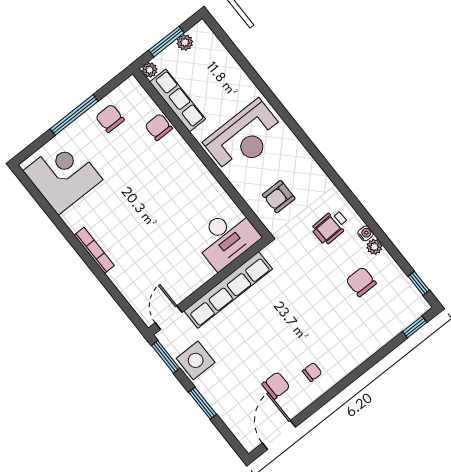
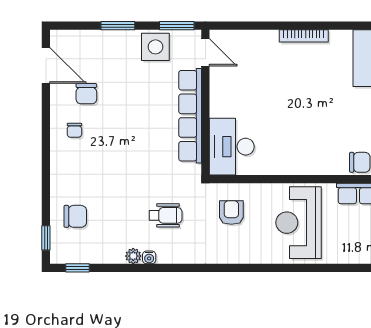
wheelchair: (330, 227) -> (165, 215), moved, turned 92
chair: (361, 282) -> (75, 216), moved

